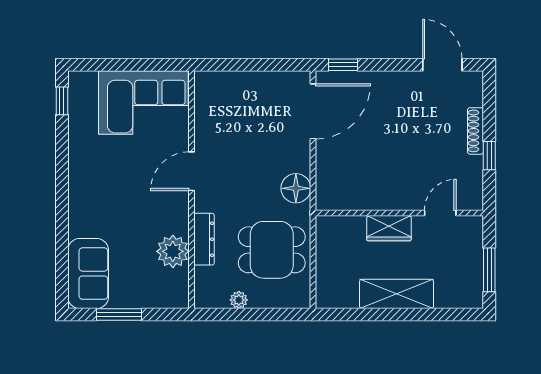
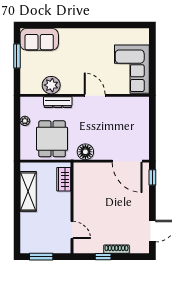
window: (62, 101) -> (133, 25), removed
wardrobe: (389, 228) -> (64, 179), moved
shelving: (397, 294) -> (28, 191), moved

